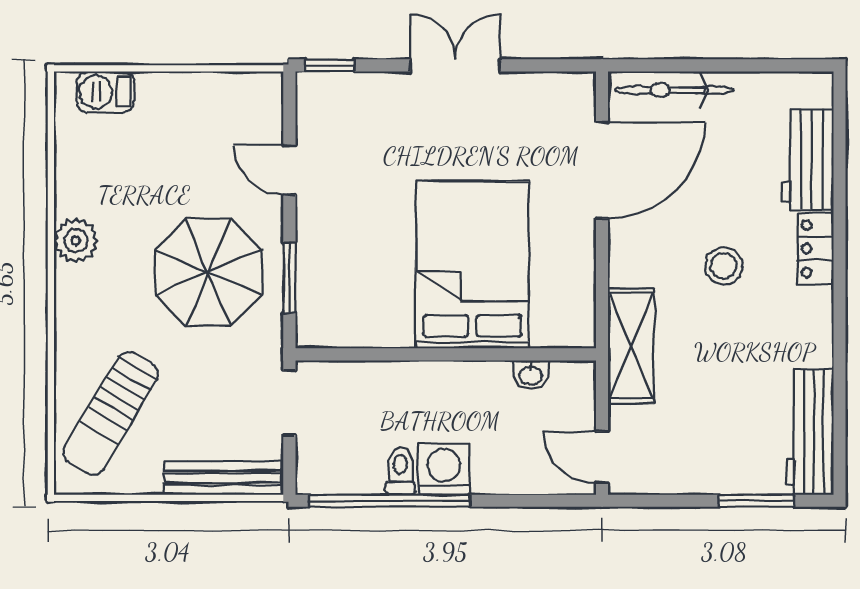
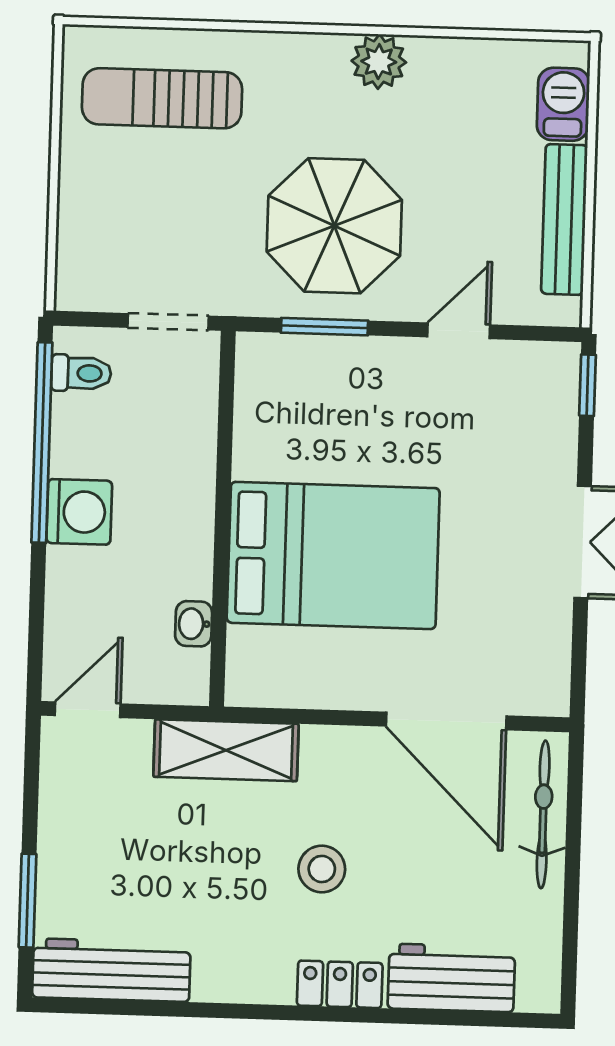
sun lounger: (111, 413) -> (162, 98), turned -31
toilet: (400, 471) -> (81, 373), moved
bench: (223, 478) -> (564, 219), moved

